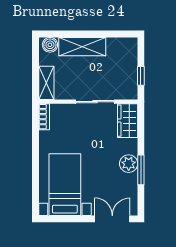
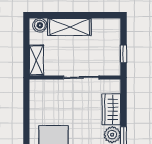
bookcase: (44, 117) -> (34, 91), removed
wardrobe: (128, 121) -> (111, 110), moved

